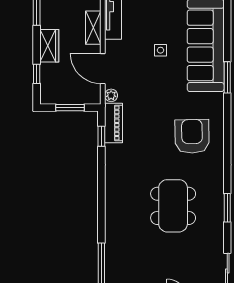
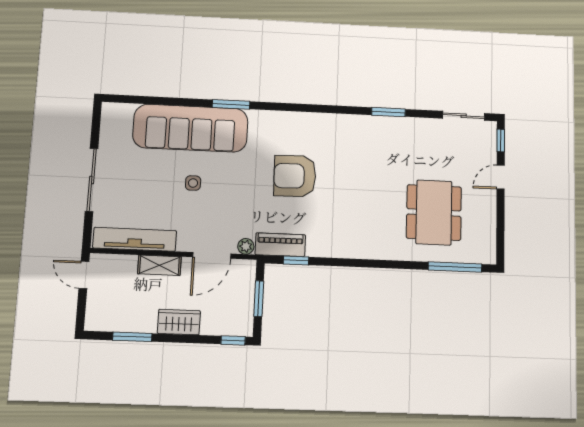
window: (37, 74) -> (233, 340), moved
armchair: (192, 136) -> (295, 176), moved
dining table: (173, 206) -> (434, 212), moved, turned 90

